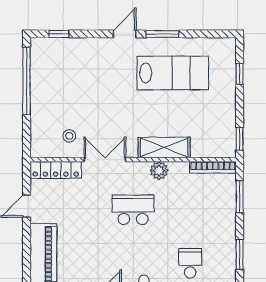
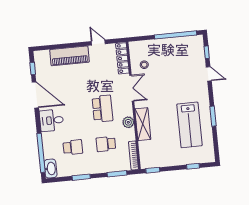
door: (125, 34) -> (209, 74), moved
school desk: (190, 210) -> (106, 144), added

